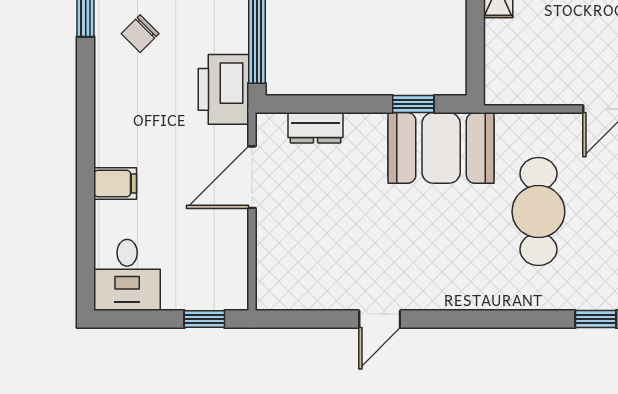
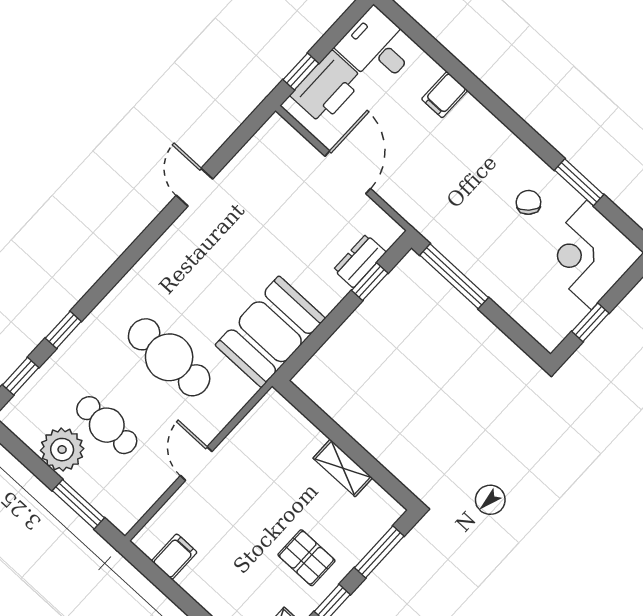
printer: (223, 89) -> (327, 87), moved, turned 90
window: (413, 104) -> (370, 282), moved
door: (252, 177) -> (348, 172), moved

